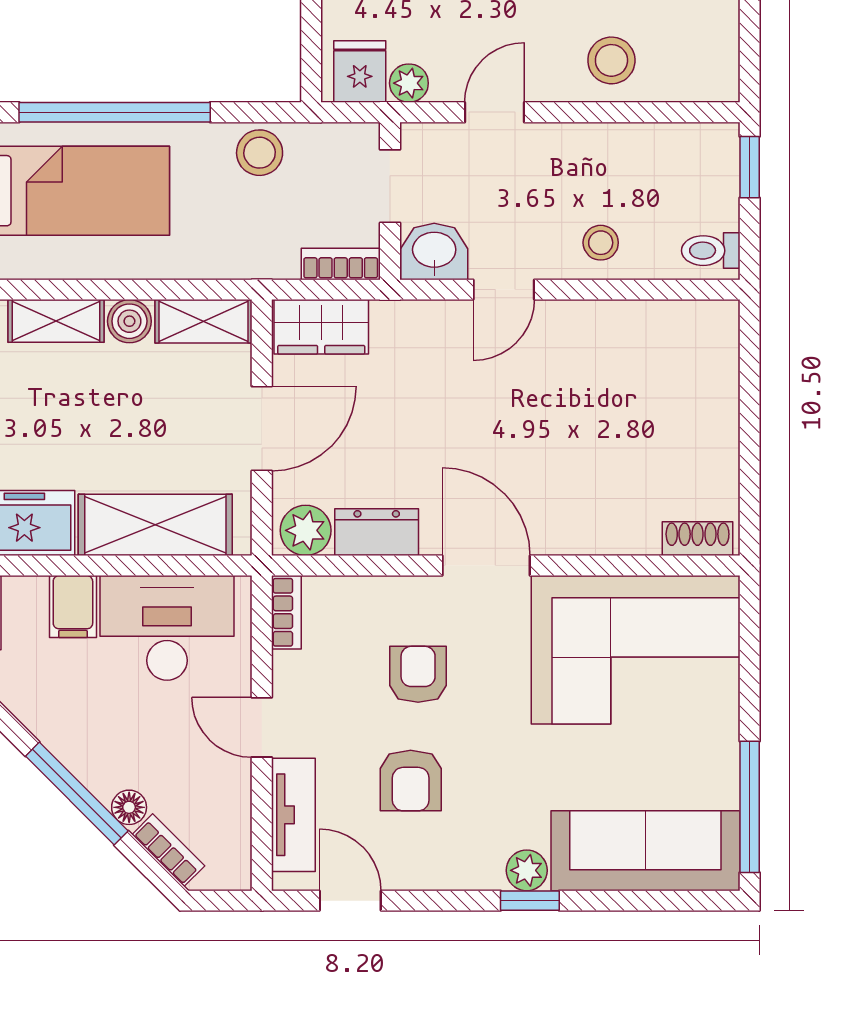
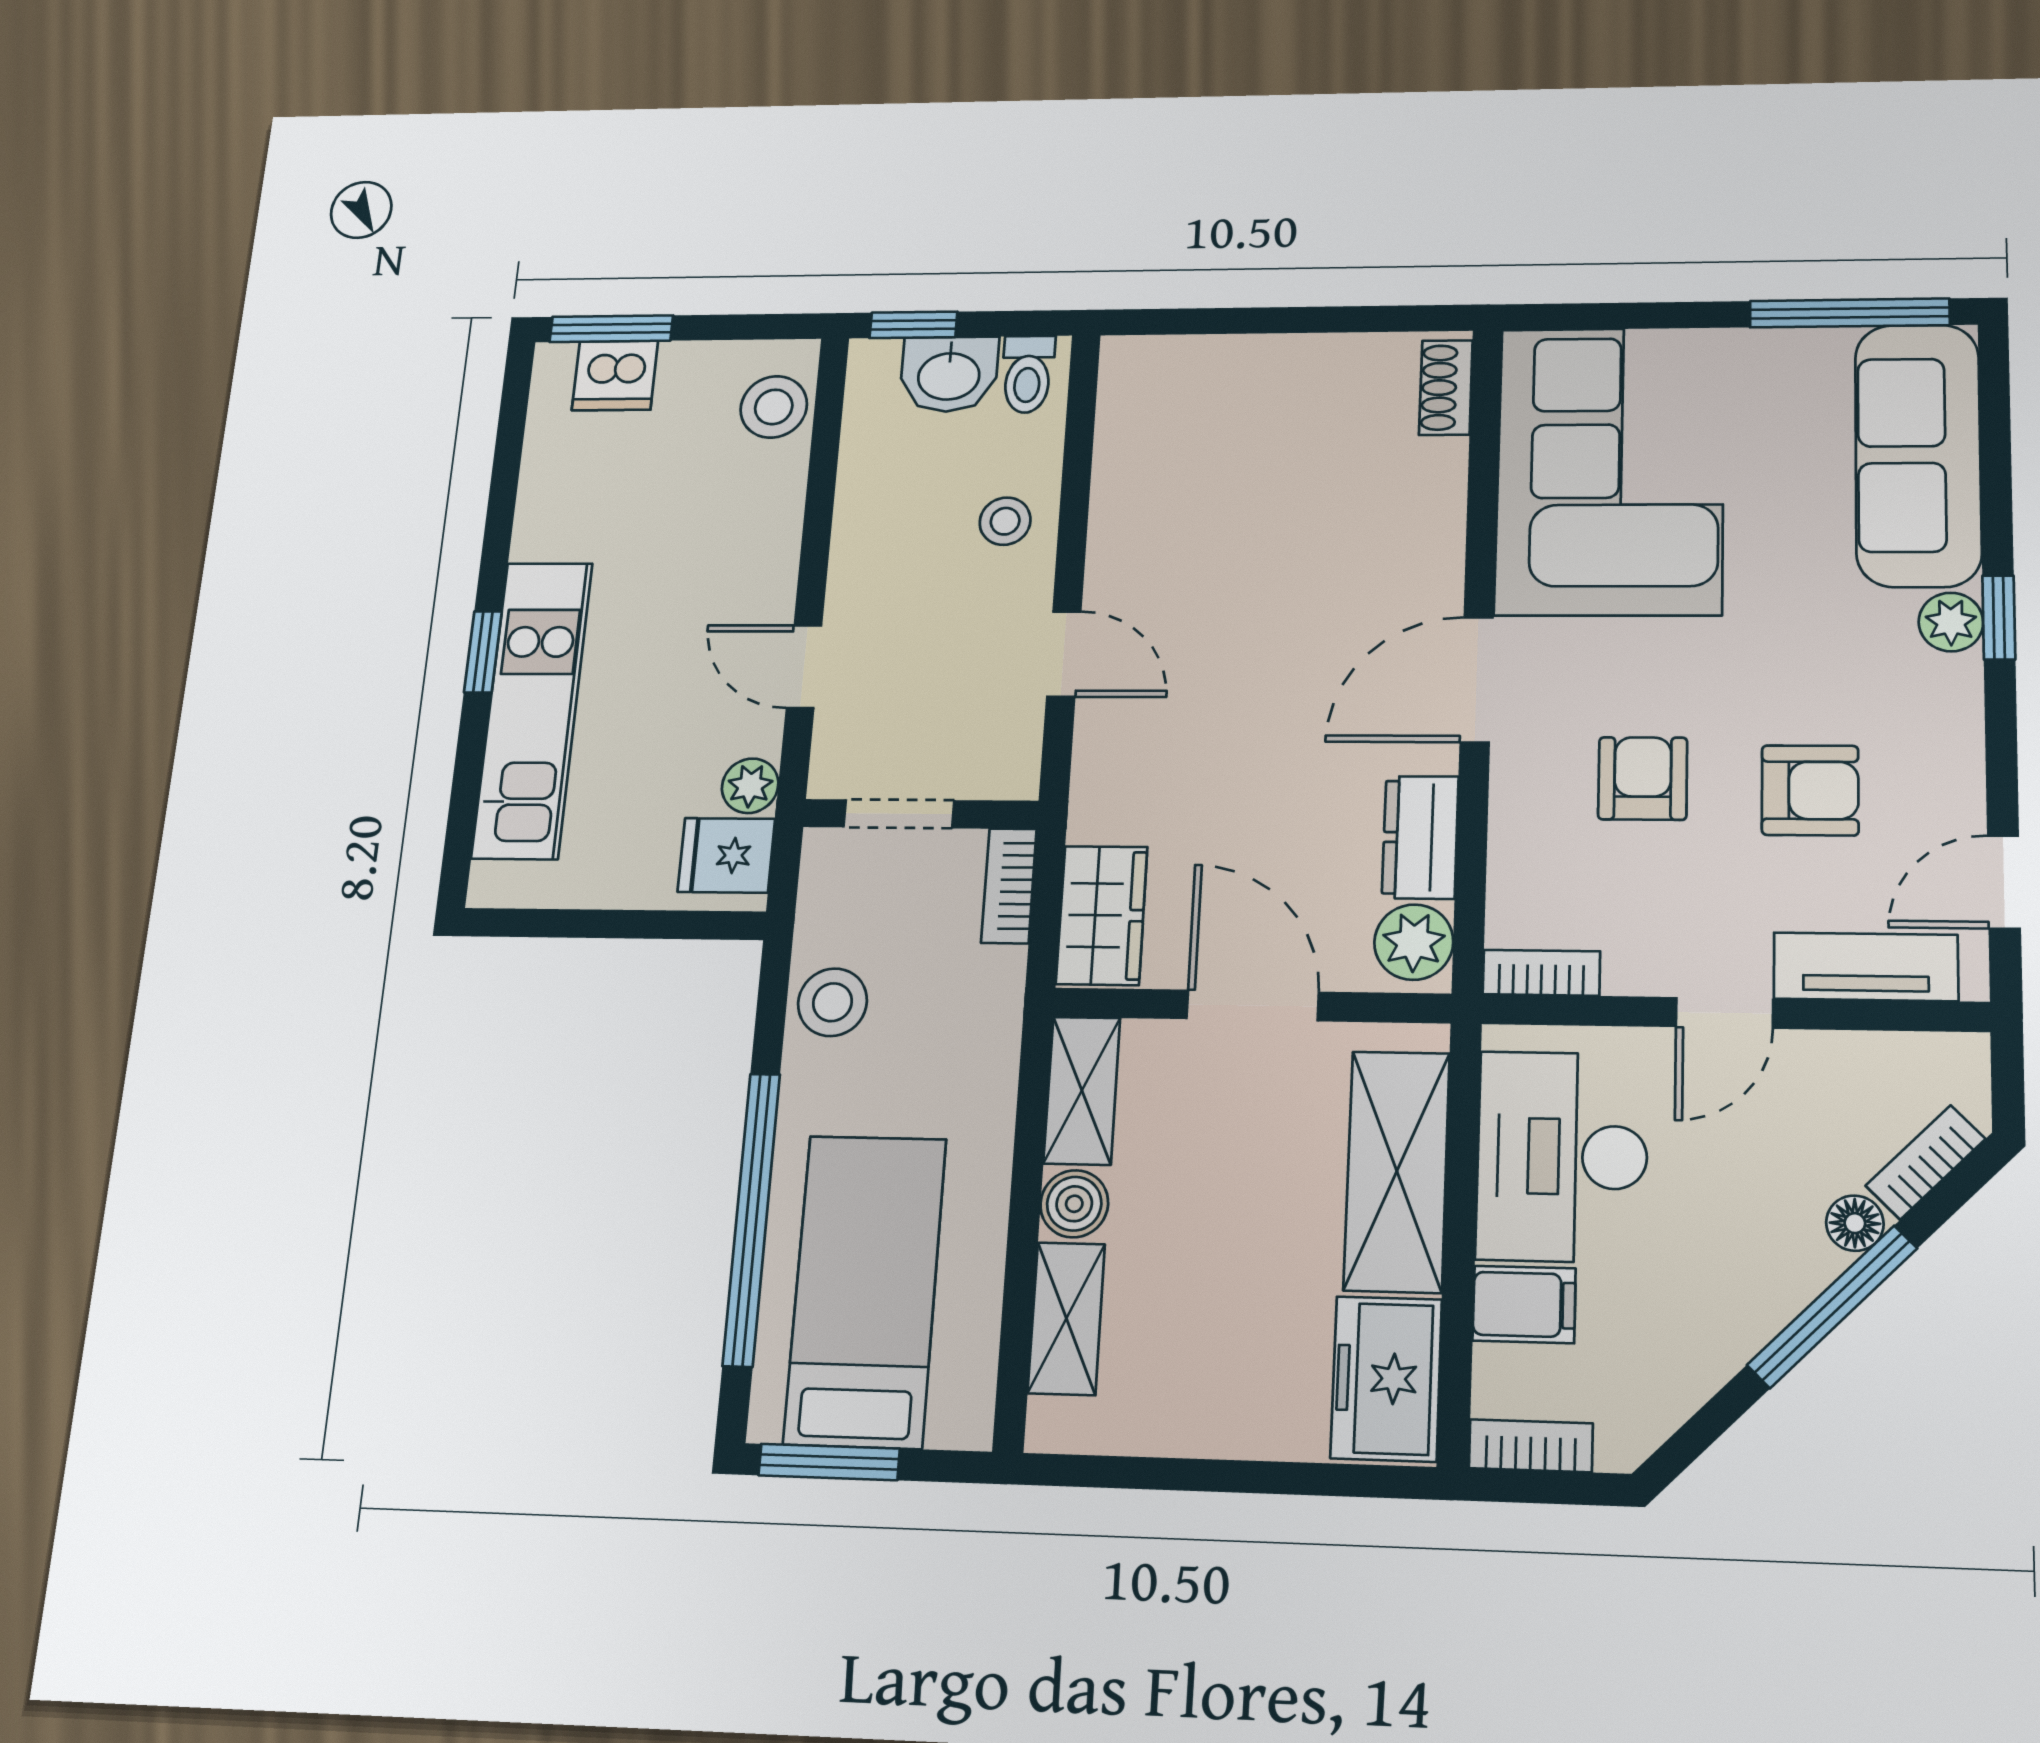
stool: (611, 60) -> (774, 407), moved
washbasin: (434, 251) -> (949, 374), moved, turned -90
armchair: (418, 674) -> (1643, 778), turned 90

